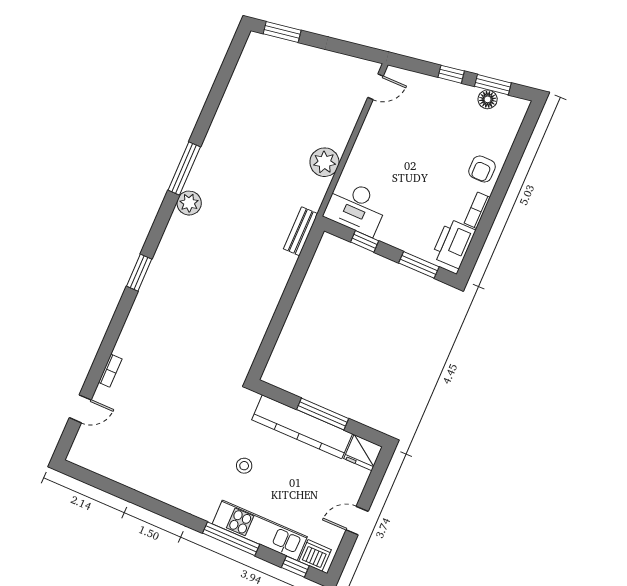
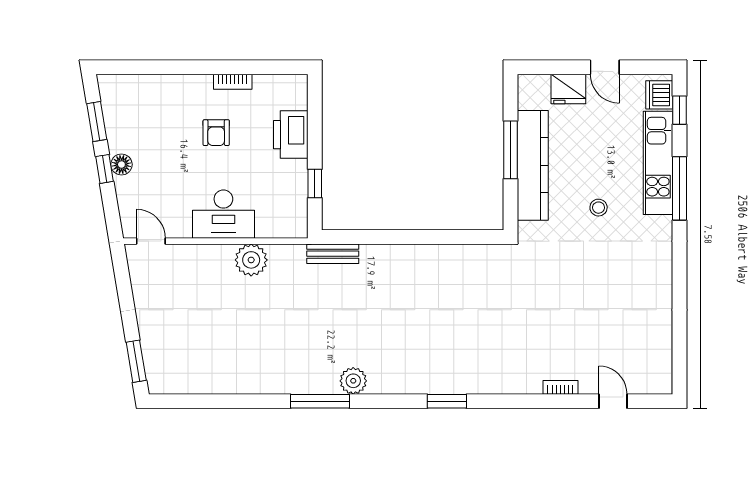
floor lamp: (488, 99) -> (121, 165), moved
armchair: (482, 169) -> (216, 133), moved, turned 90
desk: (356, 207) -> (223, 214), moved, turned 90
printer: (454, 244) -> (291, 135), moved, turned 90
window: (419, 265) -> (315, 117), removed
fridge: (363, 453) -> (568, 89), moved, turned 90

